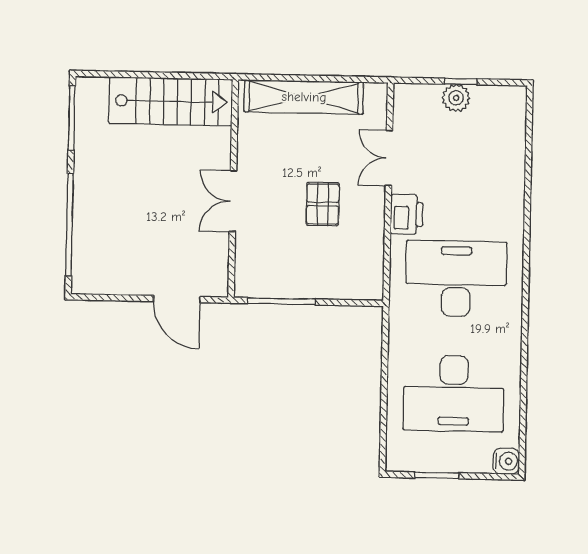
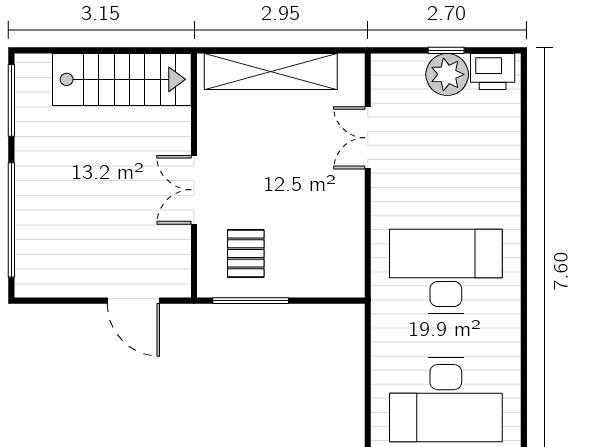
plant: (456, 98) -> (447, 74), width x1.36, depth x1.36
pallet: (323, 204) -> (246, 253), moved
printer: (407, 214) -> (493, 71), moved, turned 90

